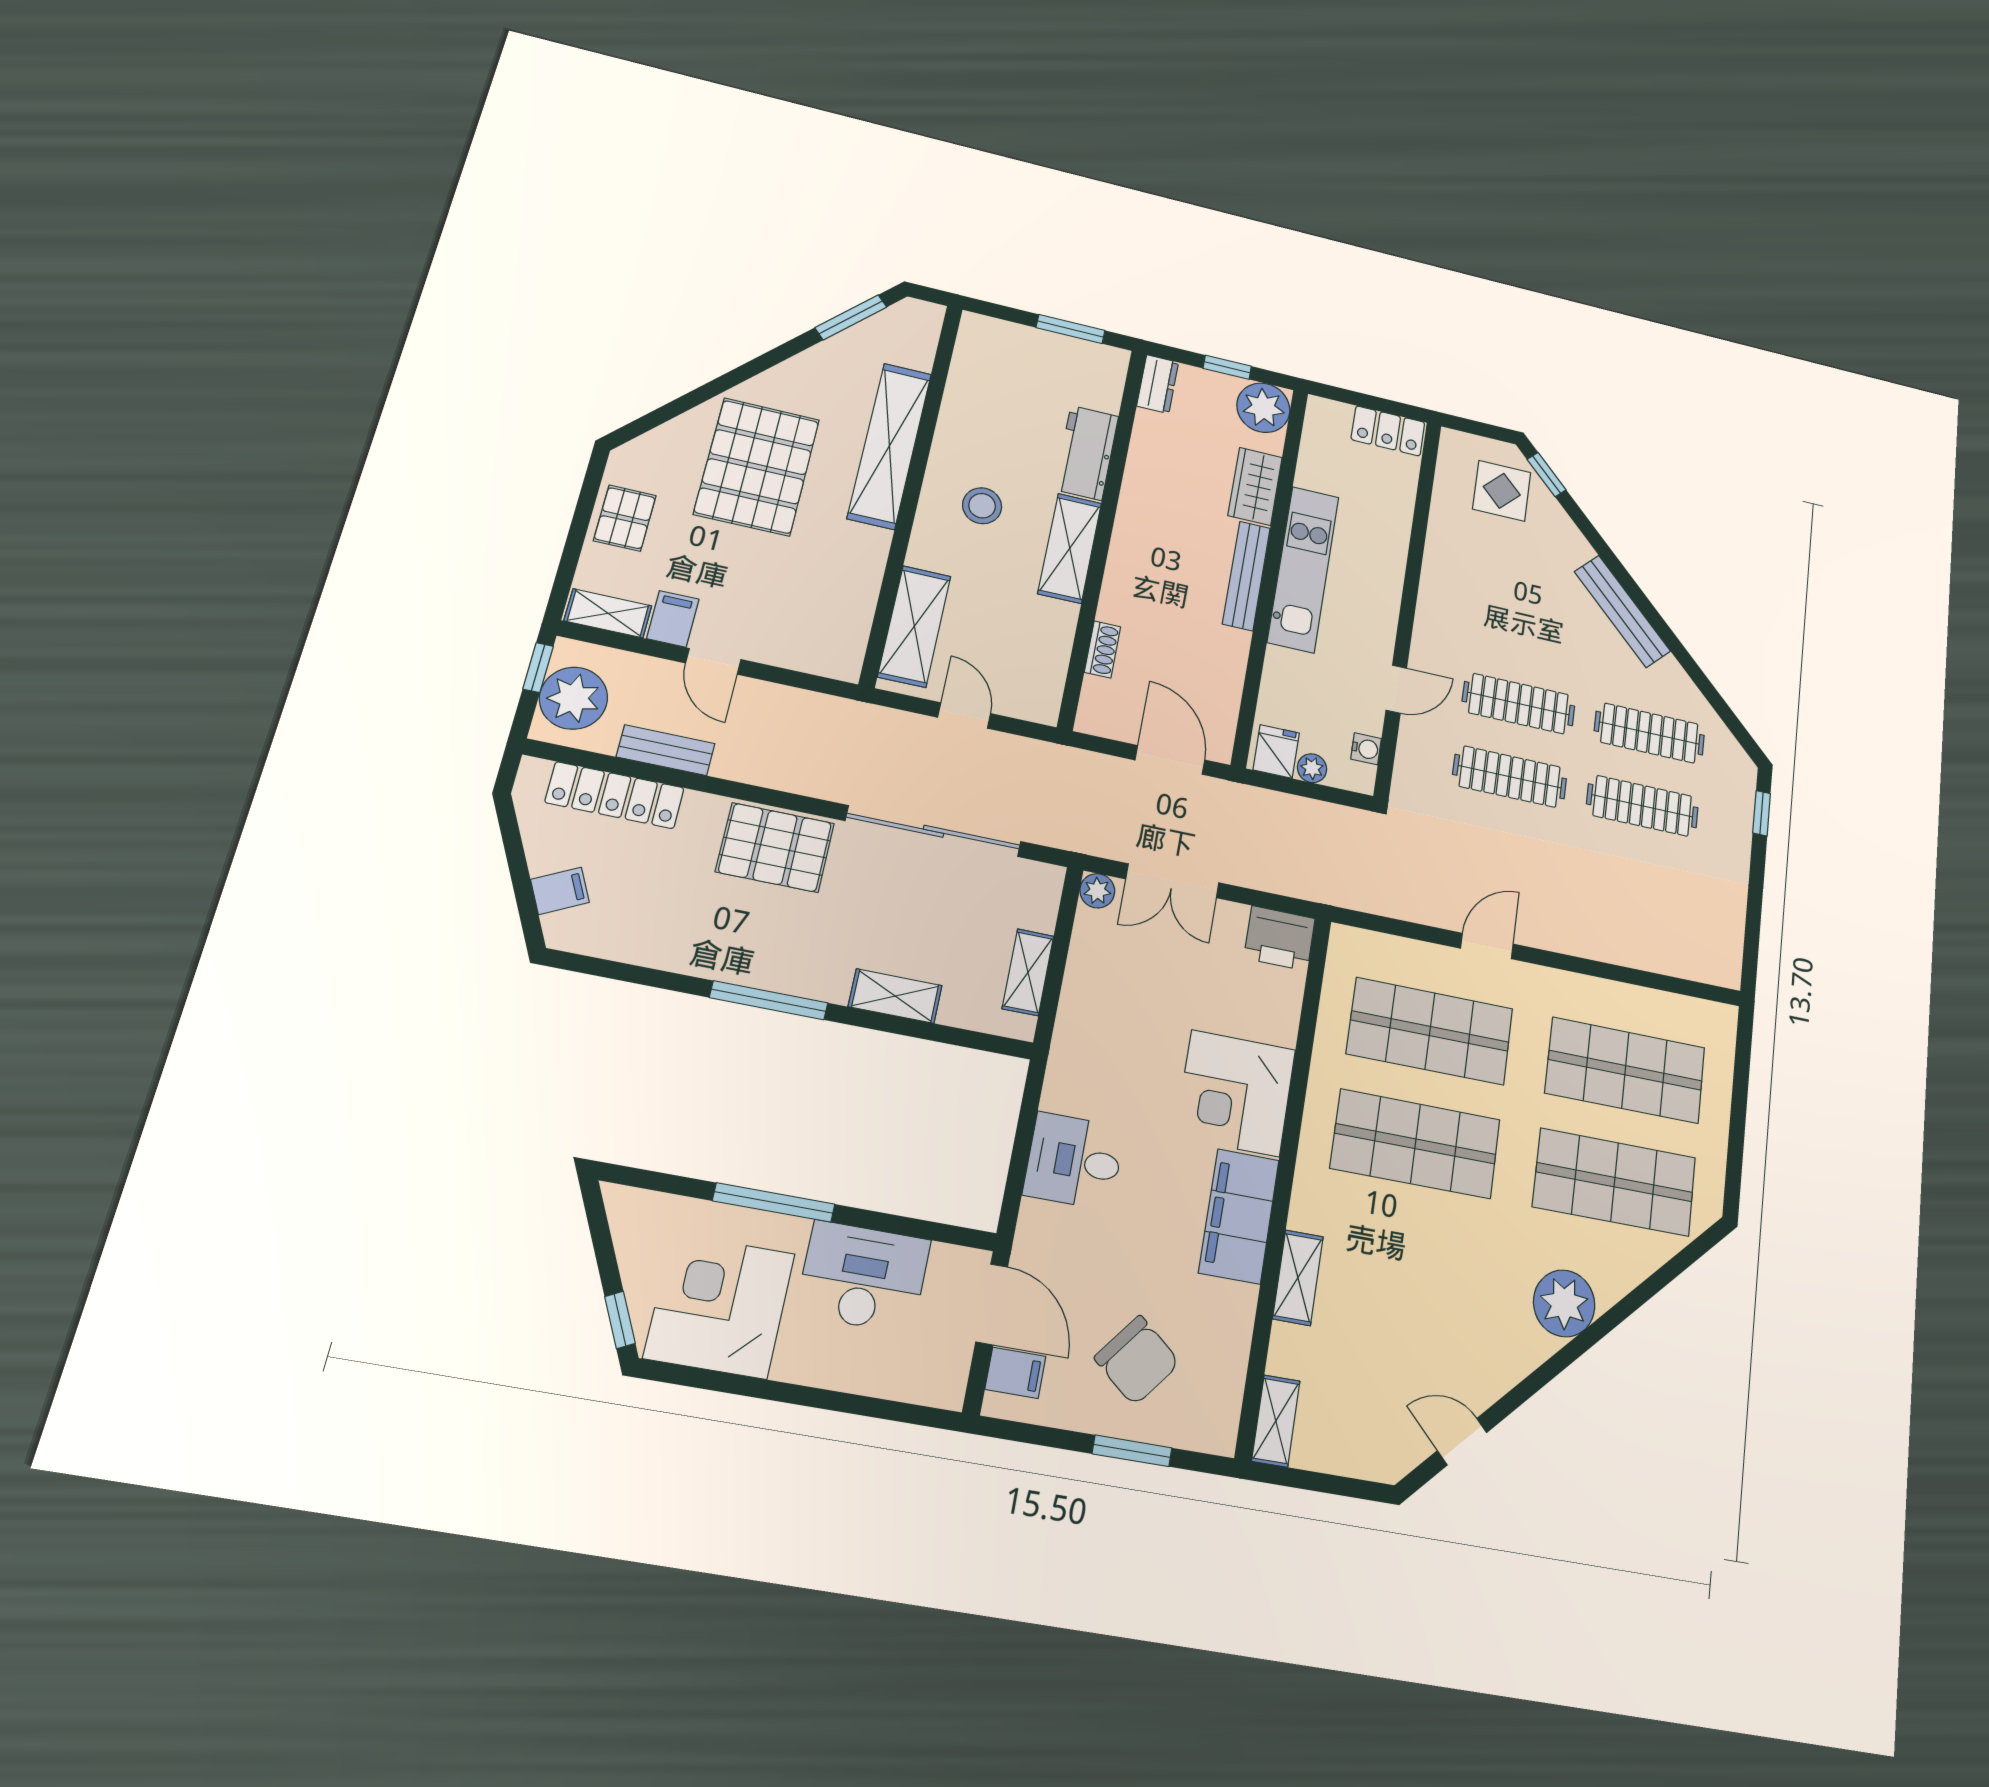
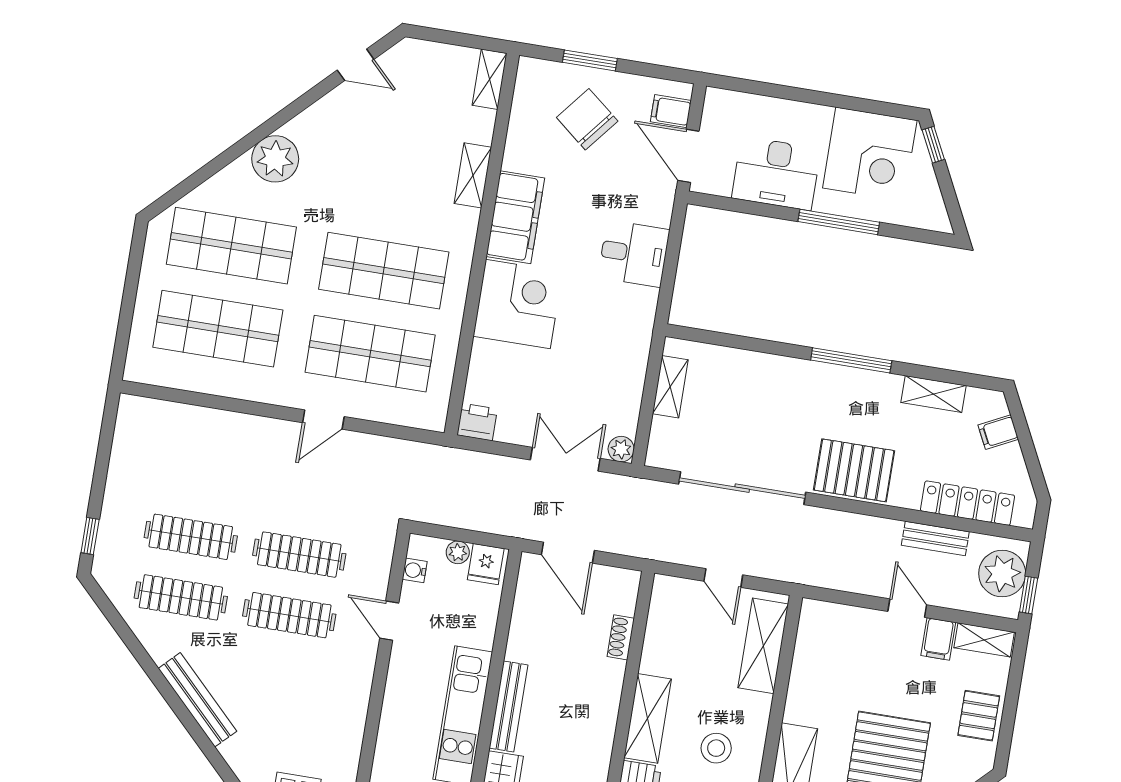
door: (1396, 689) -> (389, 621), hinge flipped
printer: (1280, 938) -> (477, 422), width x0.73, depth x0.81
shelving: (895, 996) -> (934, 394), moved

